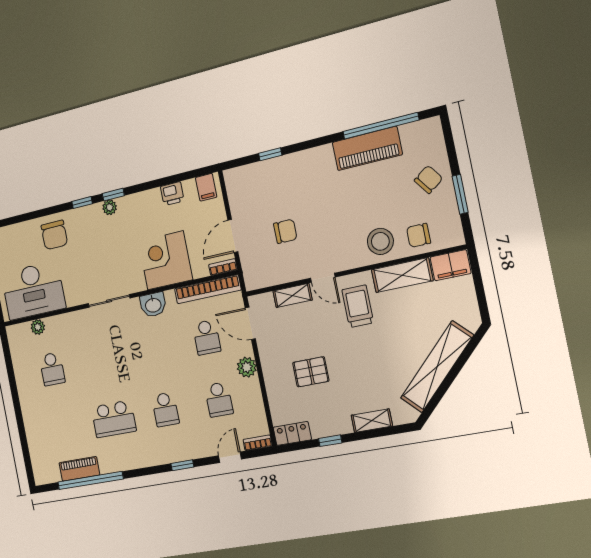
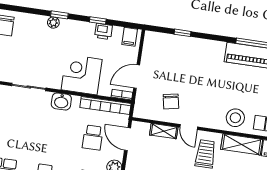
window: (82, 203) -> (98, 20), moved
chair: (285, 231) -> (171, 101), moved, turned 79

